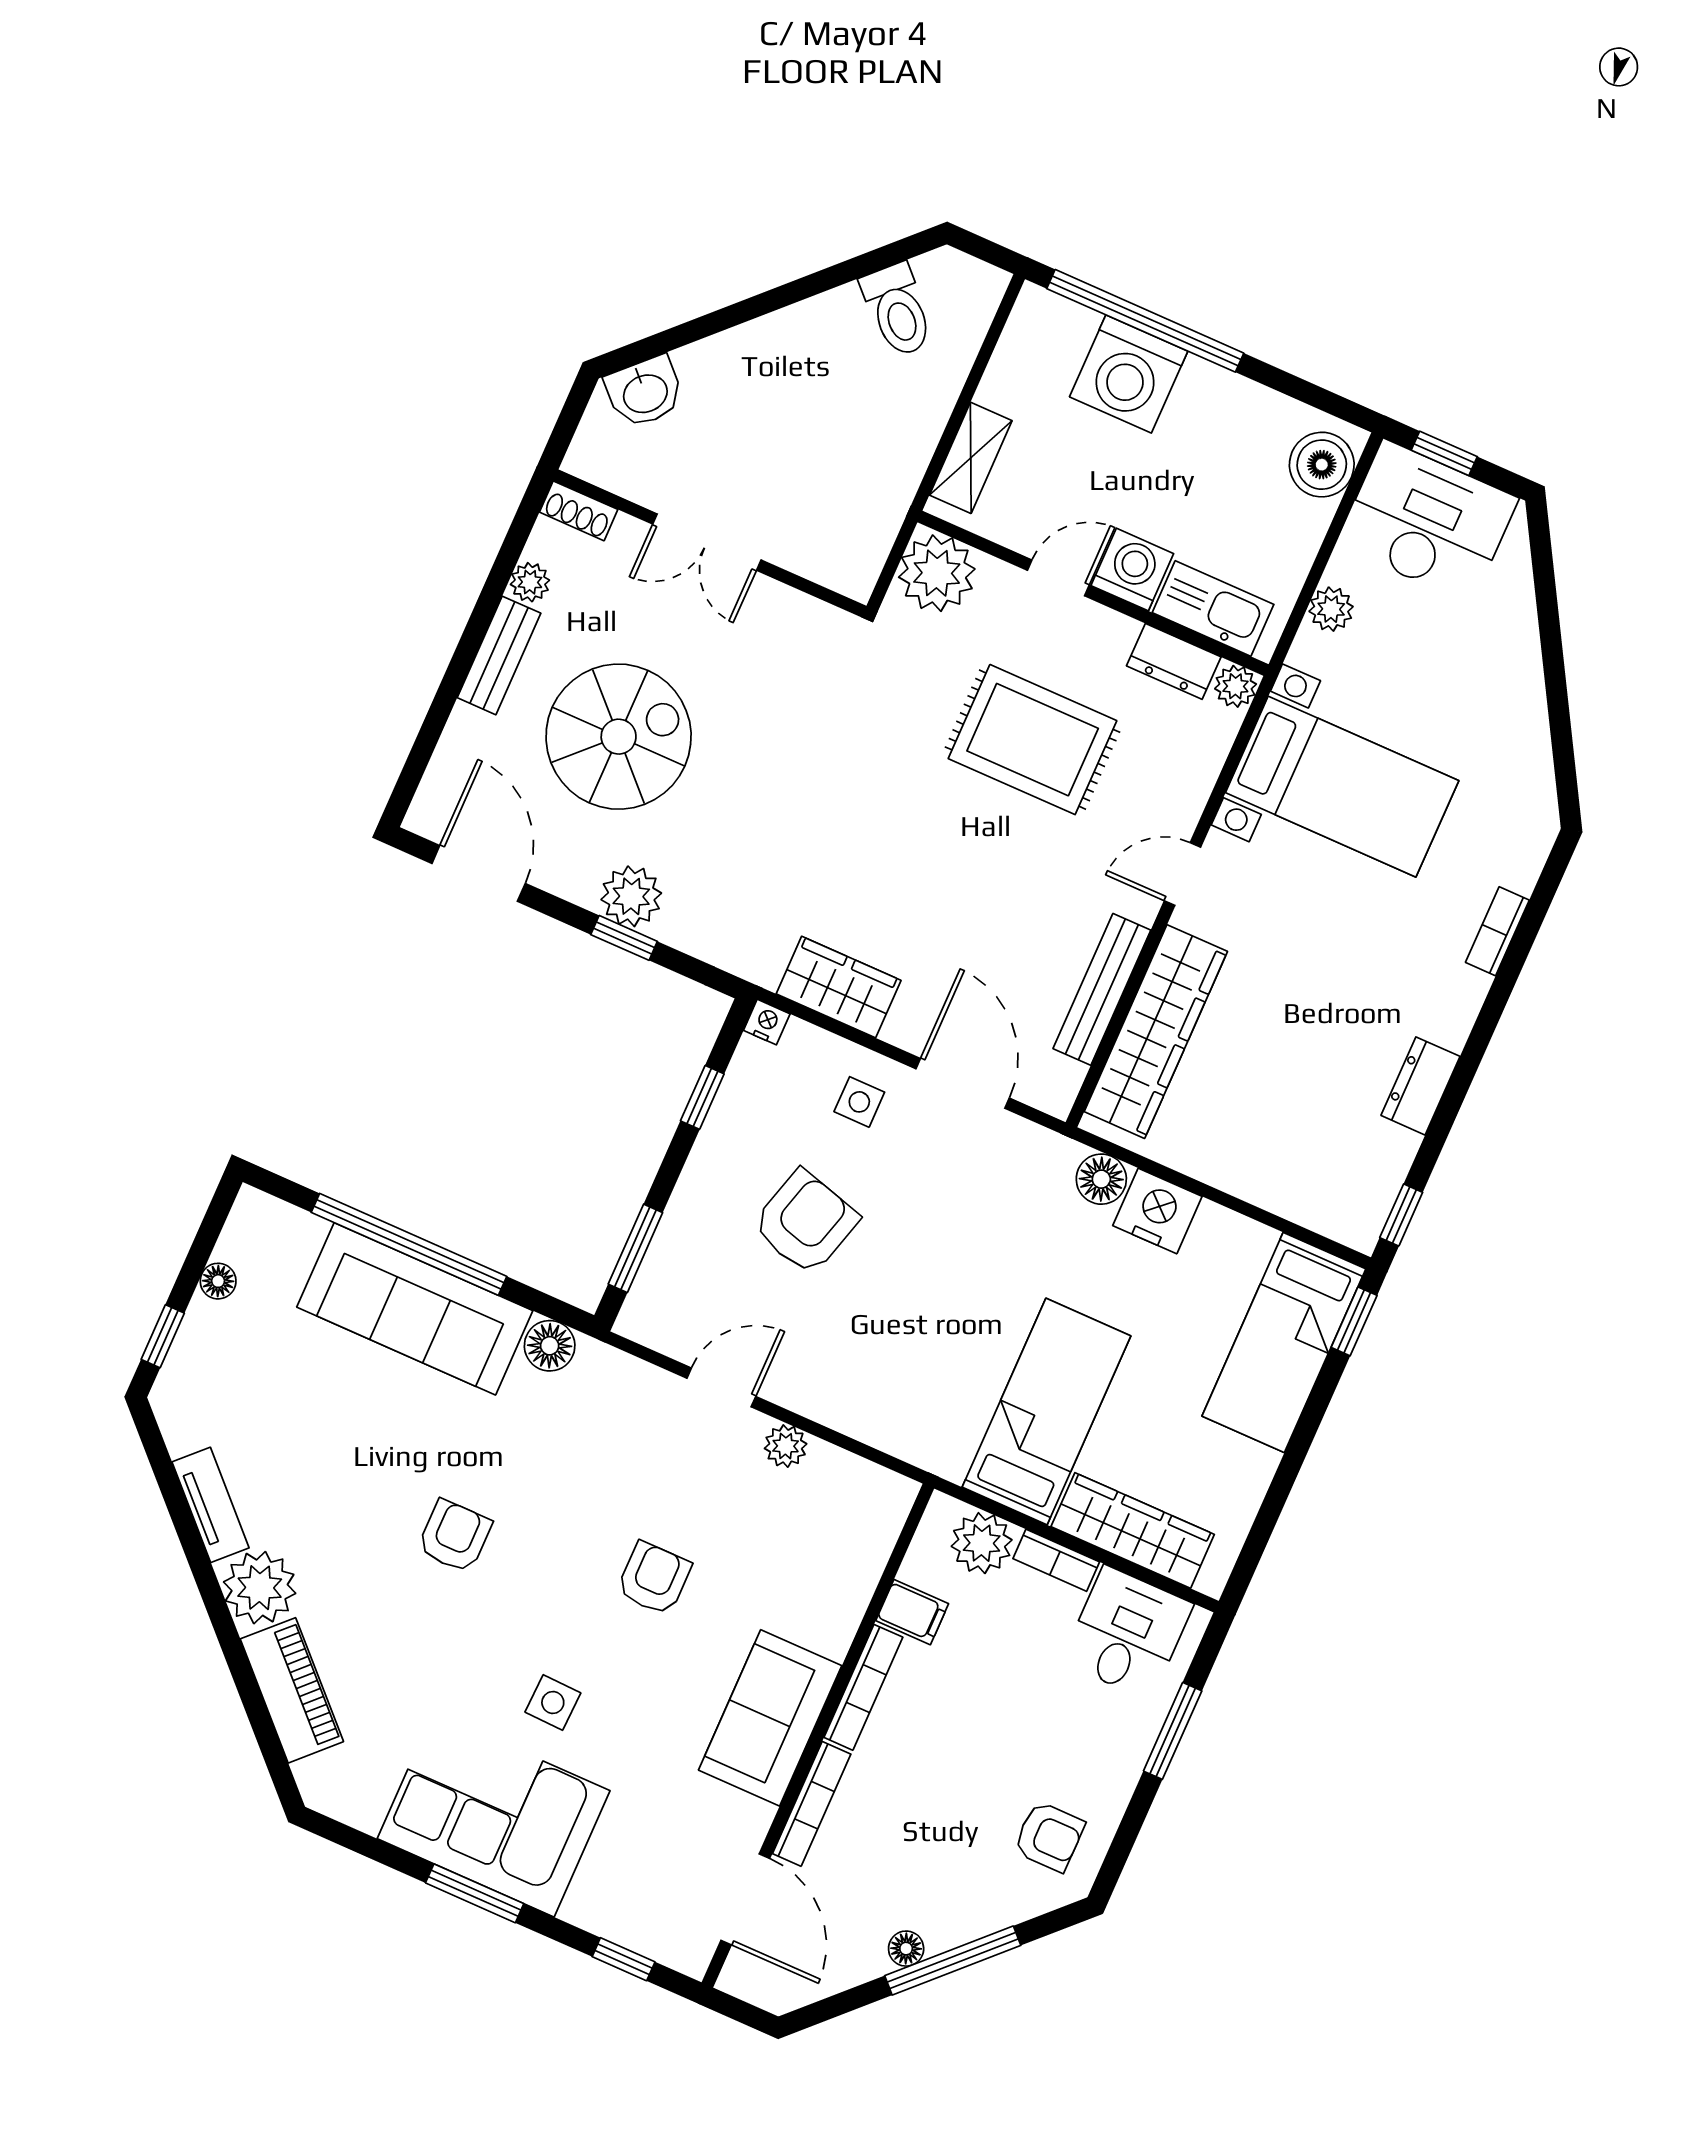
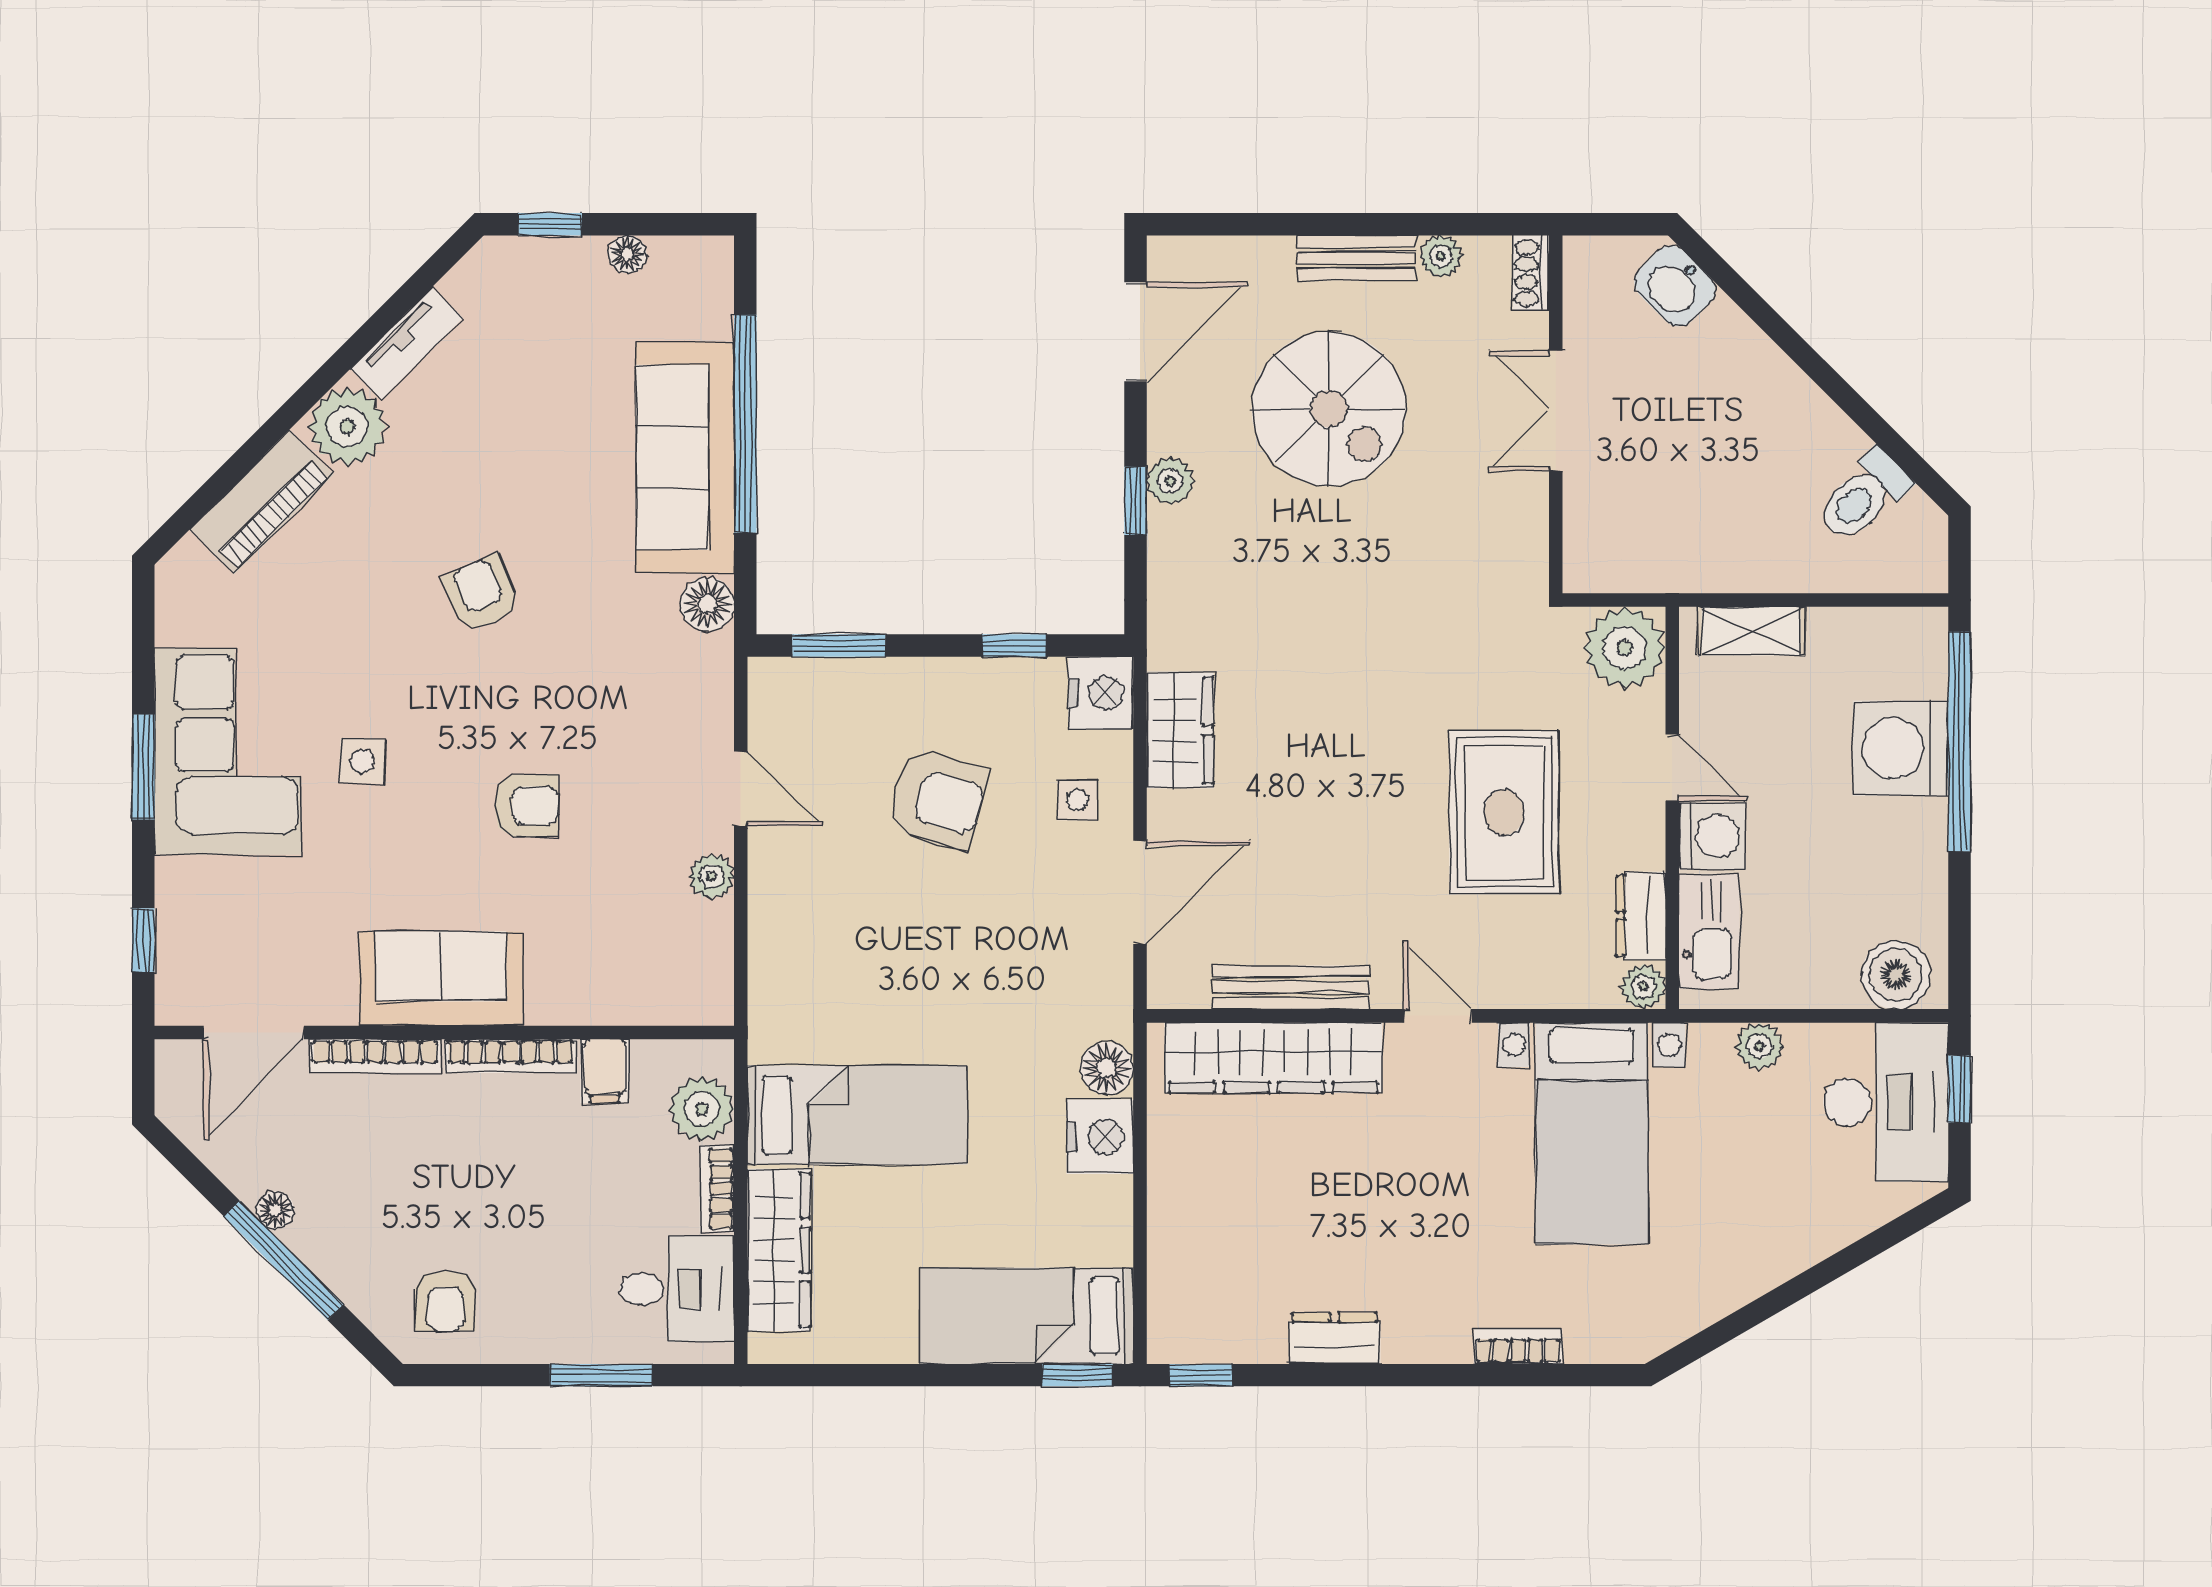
plant: (631, 896) -> (1170, 481), width x0.73, depth x0.73
nightstand: (767, 1022) -> (1101, 693), width x1.89, depth x1.79
armchair: (455, 1536) -> (481, 594), turned -114

